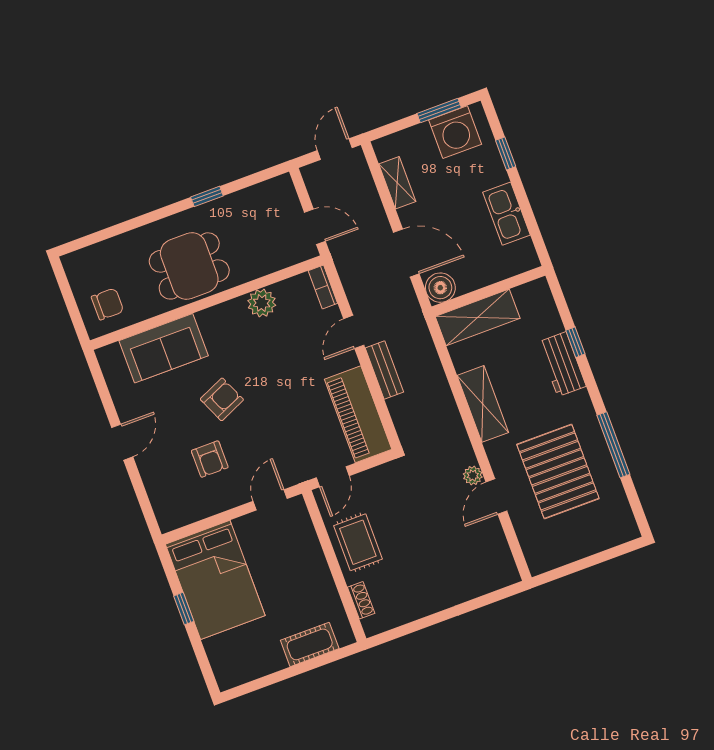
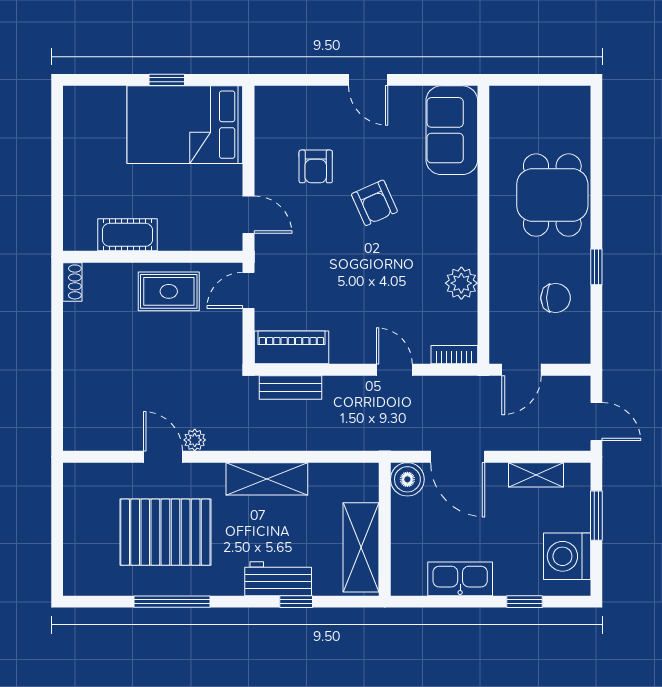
window: (439, 111) -> (596, 516), moved
door: (406, 253) -> (458, 457), hinge flipped
dining table: (189, 266) -> (552, 195), moved
chair: (107, 304) -> (556, 298), moved, turned -90
shelving: (478, 317) -> (361, 547), moved
sofa: (164, 348) -> (452, 130), moved
bench: (384, 370) -> (290, 387), moved
piano: (358, 414) -> (291, 347), width x0.73, depth x0.75
armchair: (210, 459) -> (316, 166), turned -90
door: (333, 477) -> (249, 290), hinge flipped
shoe rack: (361, 600) -> (72, 282), moved, turned -90
cot: (310, 644) -> (127, 235), moved, turned 90

